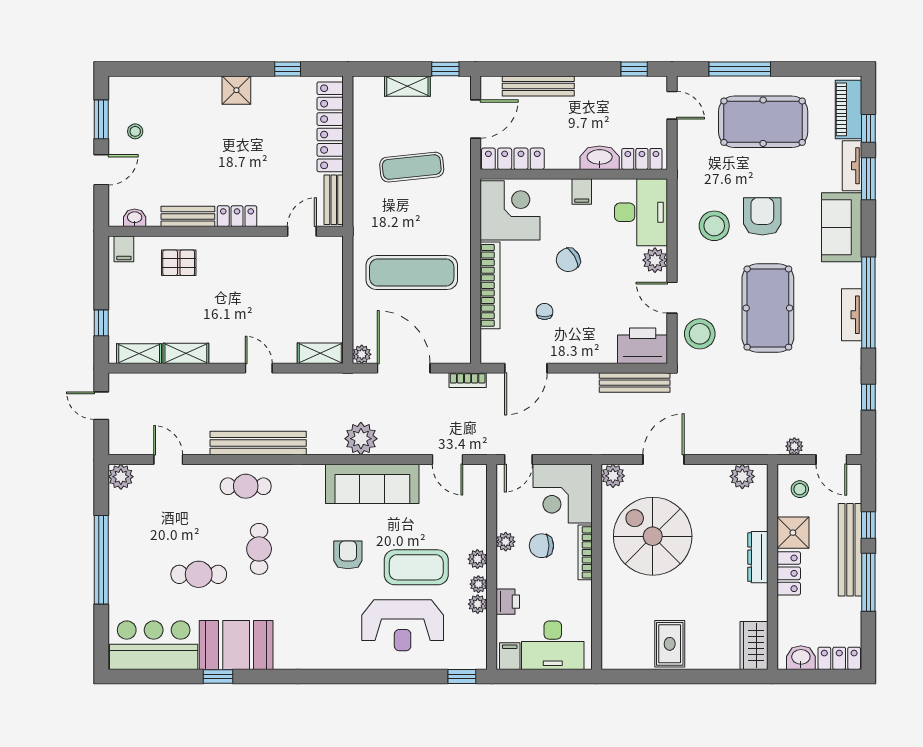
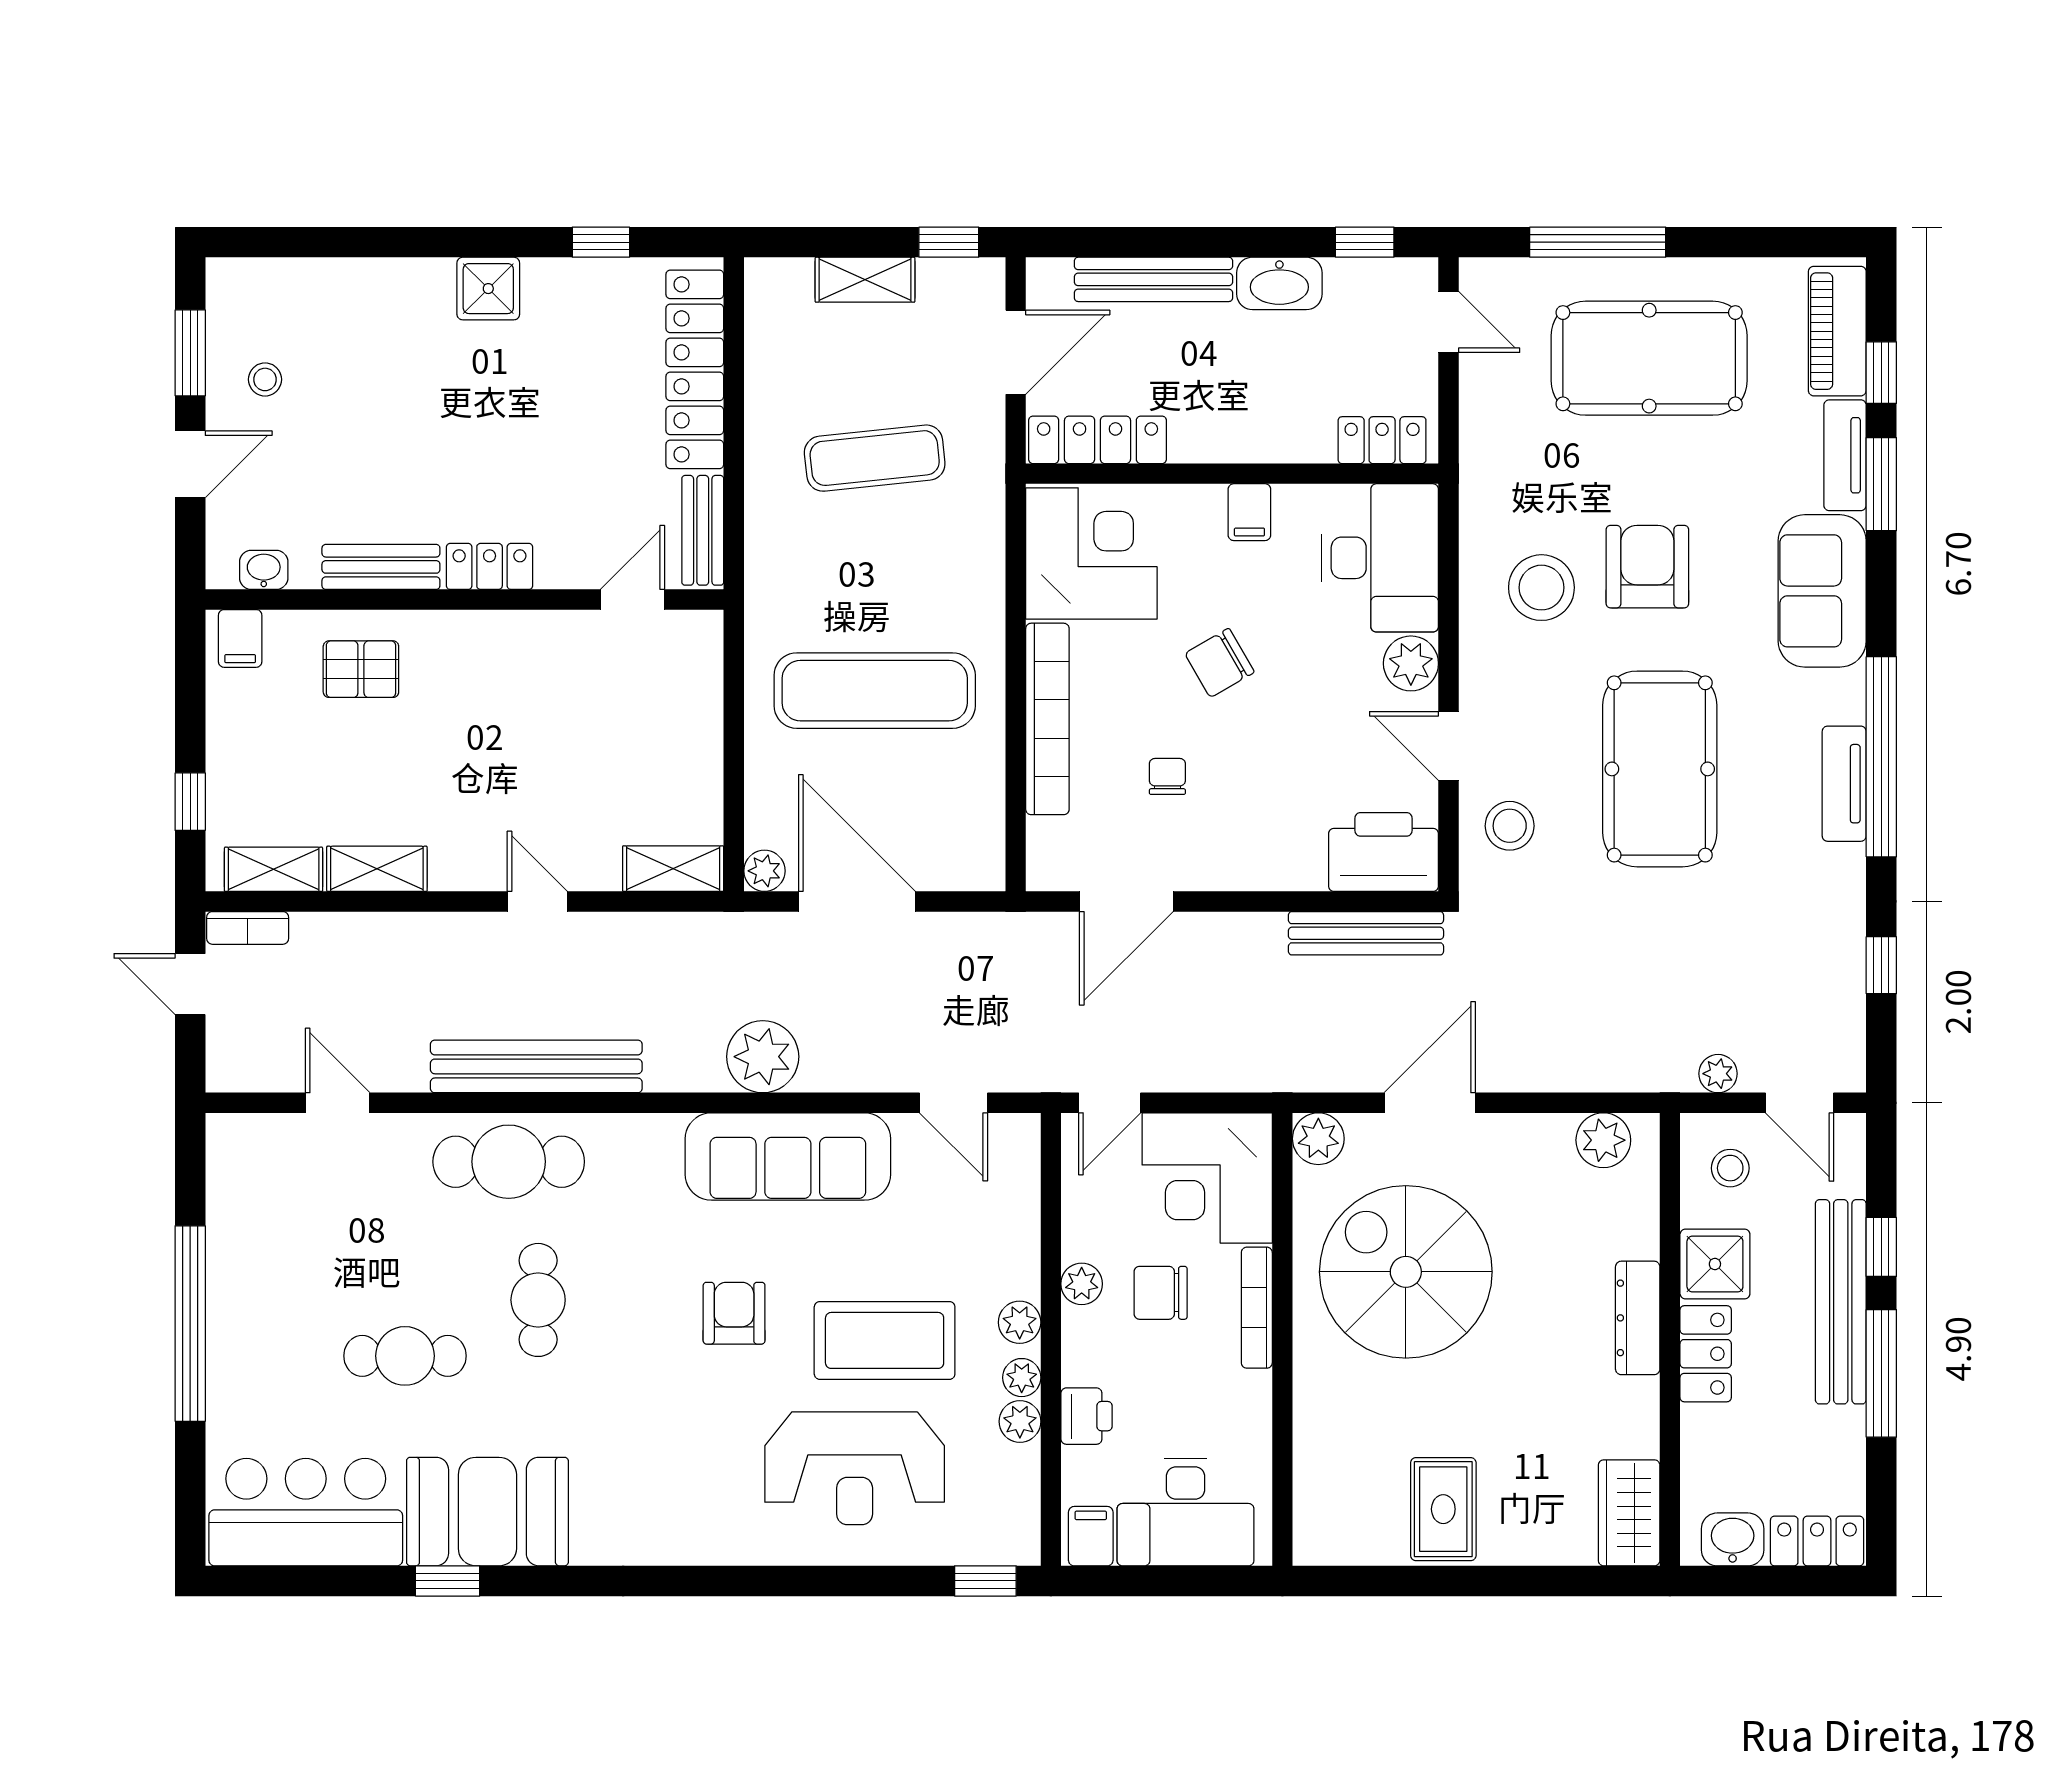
washbasin: (600, 158) -> (1279, 283), moved, turned 180
stool: (700, 334) -> (1510, 826), width x0.73, depth x0.73
bookcase: (468, 380) -> (248, 928), moved
plant: (121, 477) -> (233, 1141), removed
cafe table: (246, 486) -> (509, 1162), width x1.37, depth x1.35

